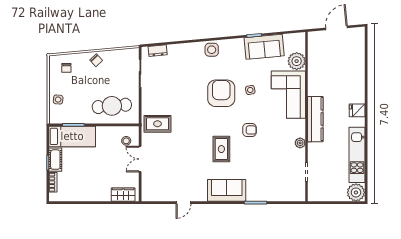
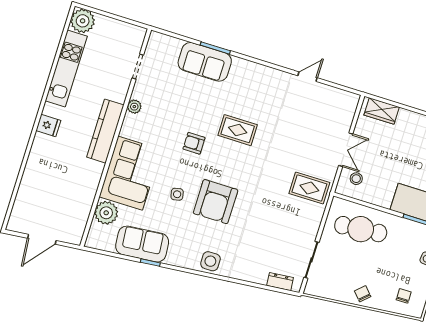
rug: (221, 149) -> (238, 130), turned 90
sofa: (227, 190) -> (205, 62), moved

